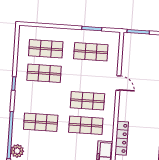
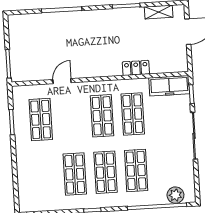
shop shelf: (46, 49) -> (105, 172), moved
door: (118, 83) -> (62, 81), moved
locker: (122, 138) -> (136, 68), width x0.66

